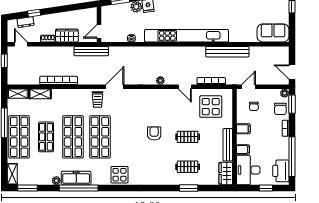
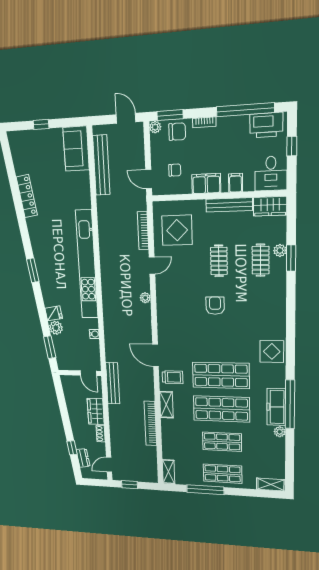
bench: (227, 52) -> (101, 165), moved
door: (292, 72) -> (126, 118), swing flipped
shelving: (40, 94) -> (166, 405), moved
filing cabinet: (243, 129) -> (206, 184), width x2.00
armchair: (154, 133) -> (215, 306), turned 90
shop shelf: (19, 137) -> (223, 474), width x0.70, depth x0.74
desk: (248, 170) -> (271, 173), width x0.73
plant: (194, 180) -> (280, 250), added
window: (27, 188) -> (290, 467), removed

